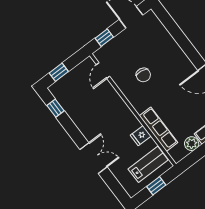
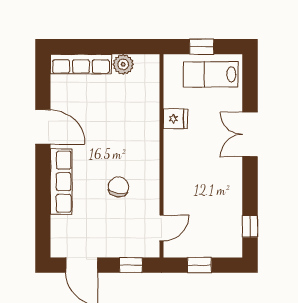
window: (59, 72) -> (199, 265), moved
row of seats: (158, 129) -> (61, 182), moved, turned 180
lab bench: (148, 164) -> (211, 74), moved

